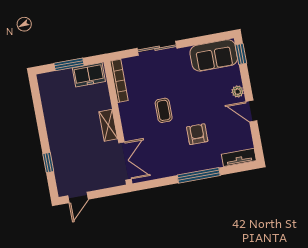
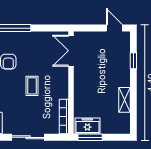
window: (69, 64) -> (90, 137), moved
shelving: (108, 125) -> (125, 100), moved
door: (78, 197) -> (114, 28), hinge flipped

